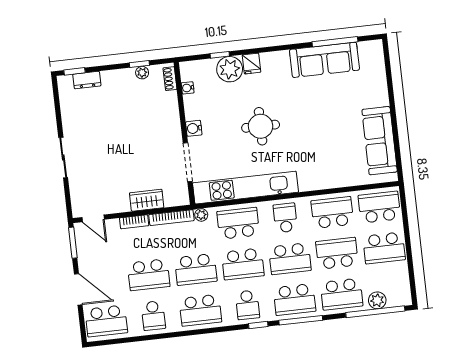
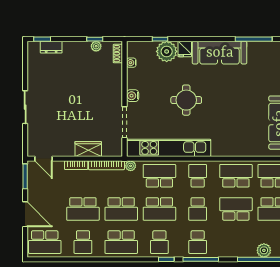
sofa: (324, 60) -> (220, 53), moved
school desk: (290, 259) -> (198, 209), width x0.54
school desk: (342, 294) -> (236, 242), removed
school desk: (295, 299) -> (198, 242), width x0.54

